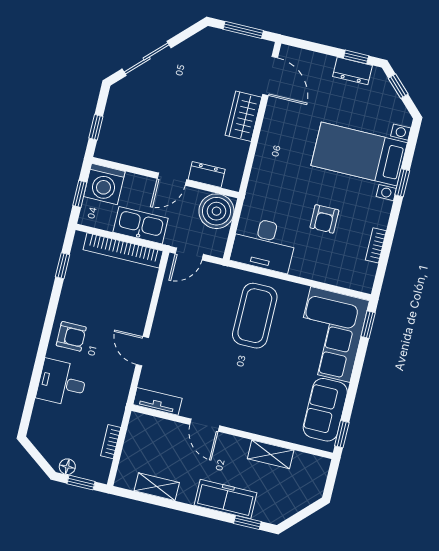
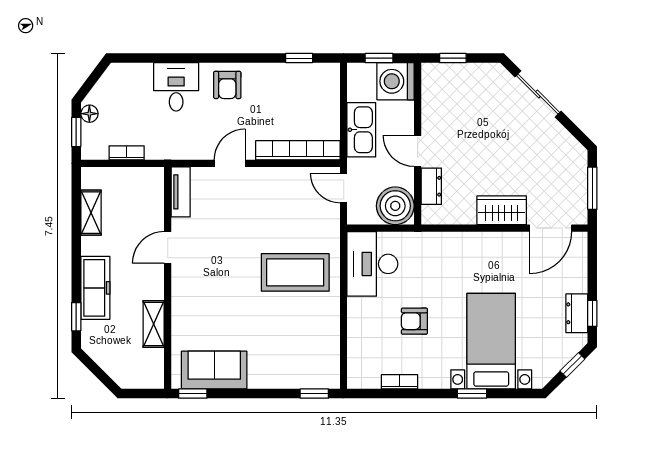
bookcase: (123, 250) -> (298, 150), moved, turned 90
corner sofa: (330, 335) -> (294, 356), removed

